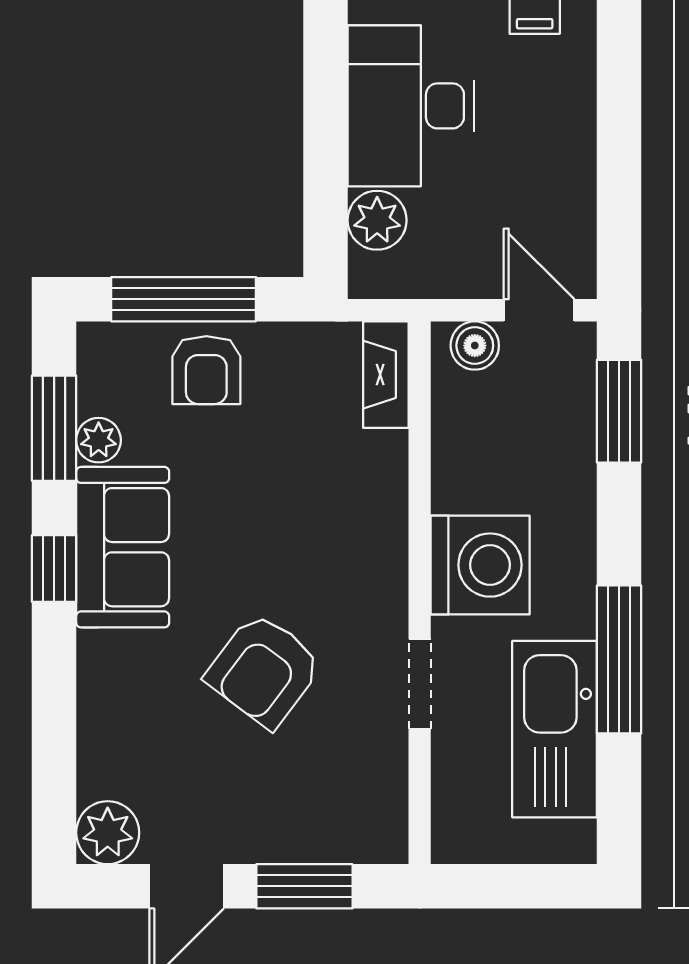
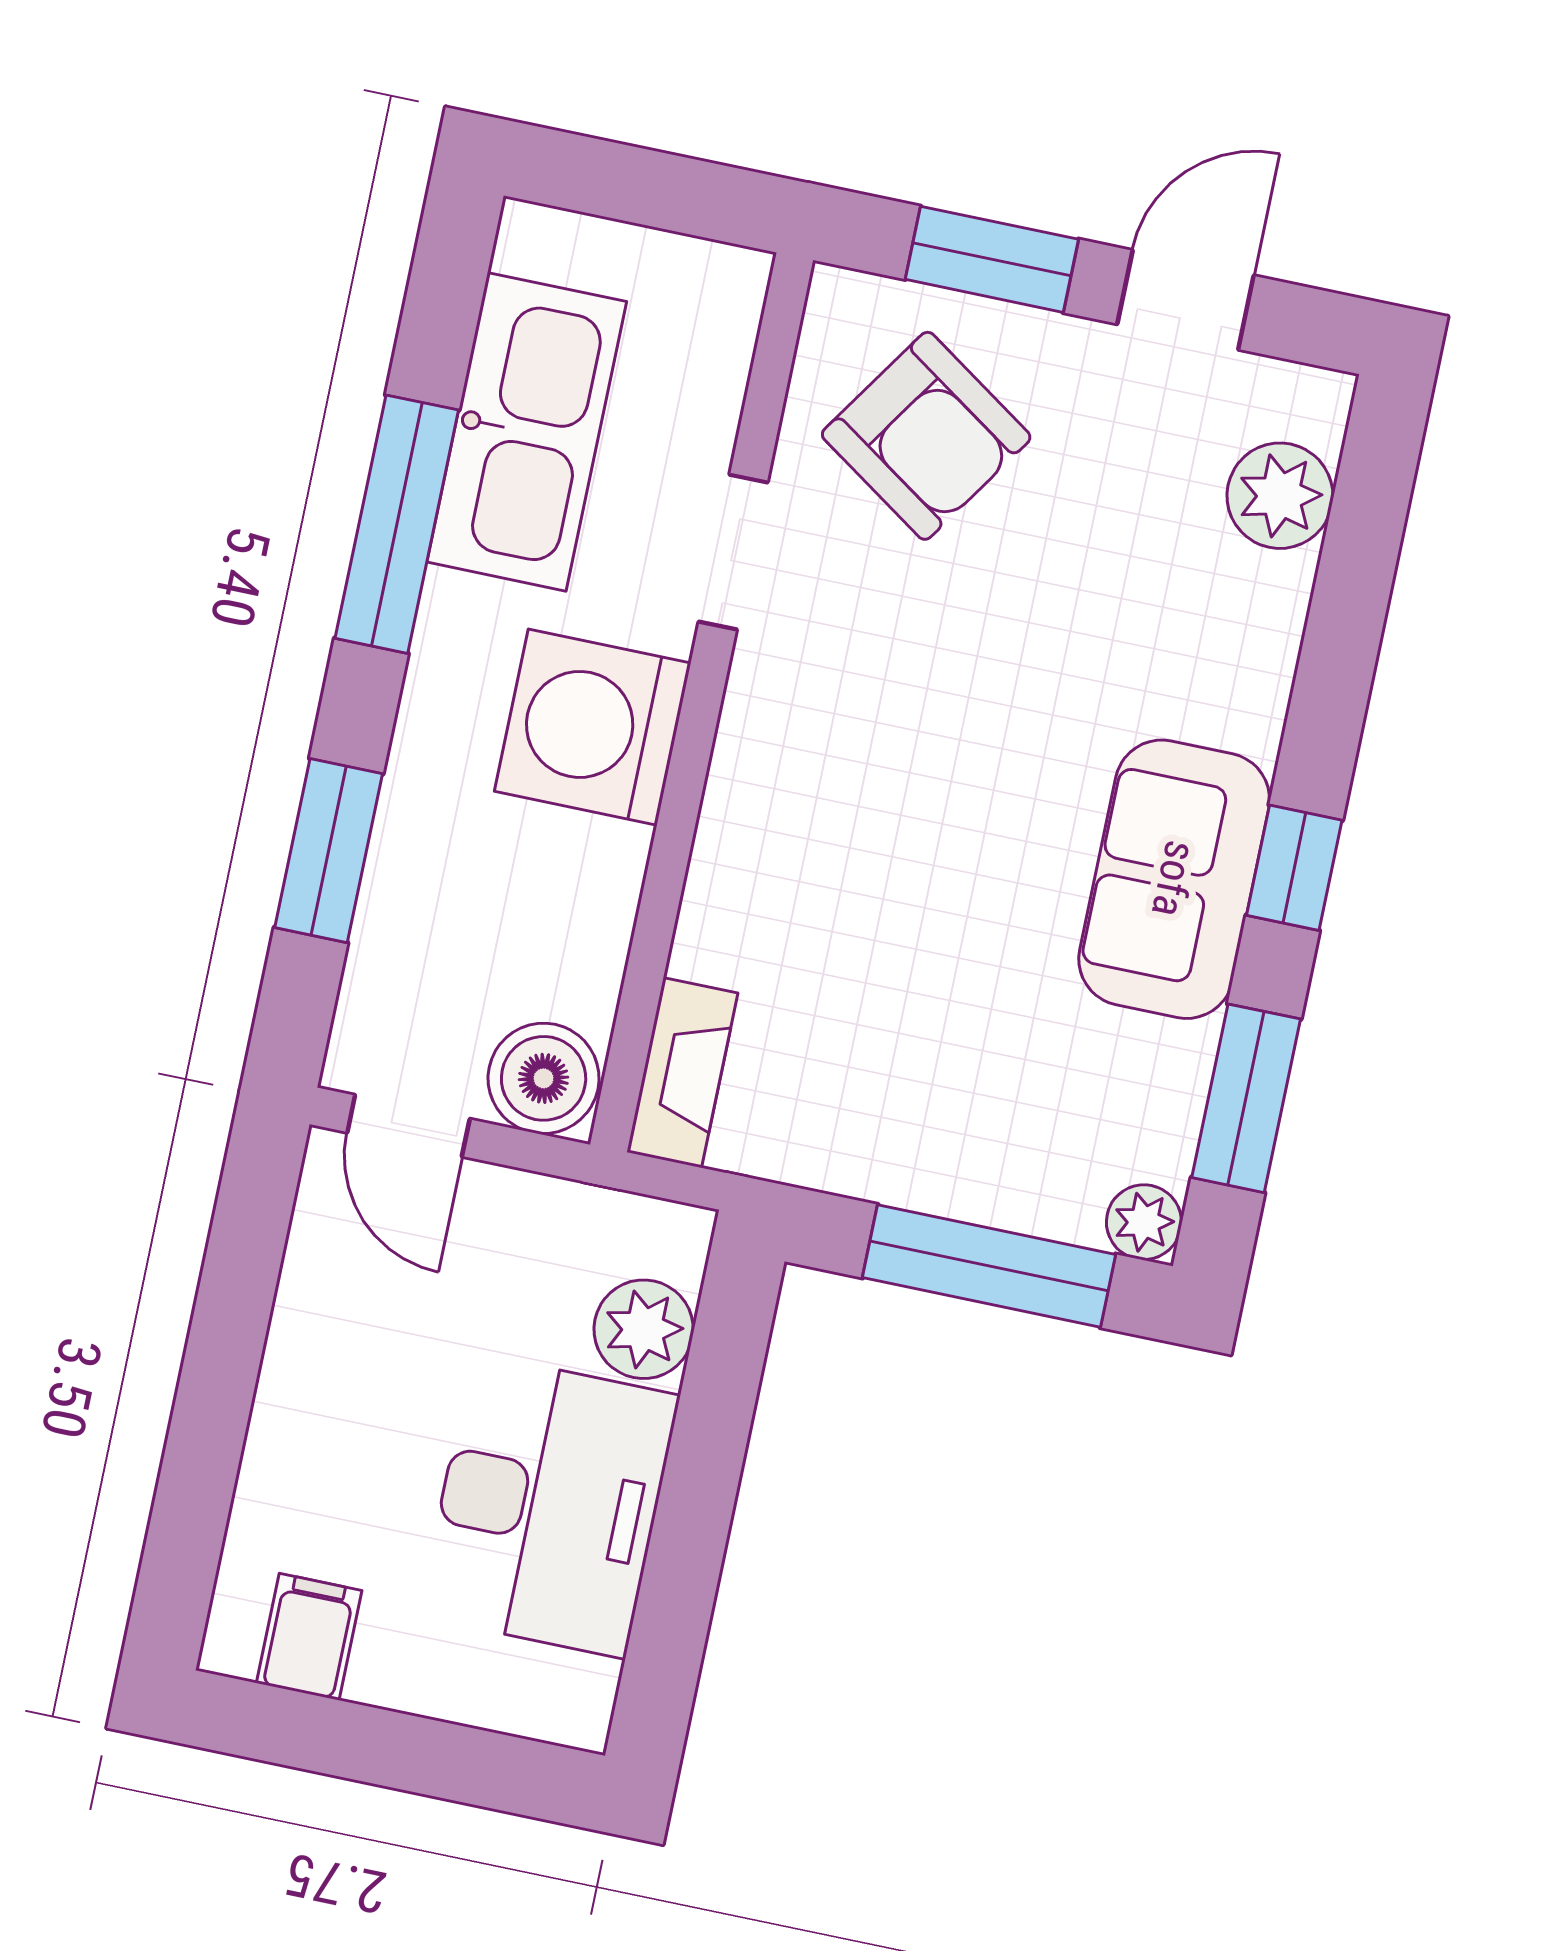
boiler: (475, 346) -> (544, 1078), width x1.36, depth x1.36
armchair: (206, 370) -> (976, 1142), removed
window: (619, 411) -> (329, 851), moved
plant: (99, 440) -> (1144, 1222), moved
armchair: (264, 670) -> (926, 436), moved, turned 87
plant: (108, 833) -> (1280, 496), moved

